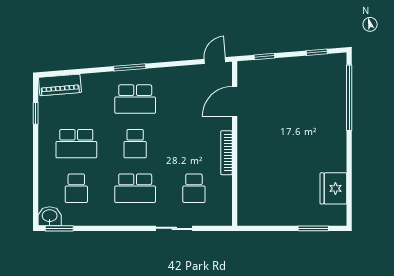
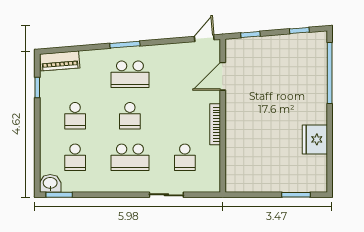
school desk: (76, 144) -> (75, 116), width x0.54
fridge: (333, 188) -> (315, 139), moved

